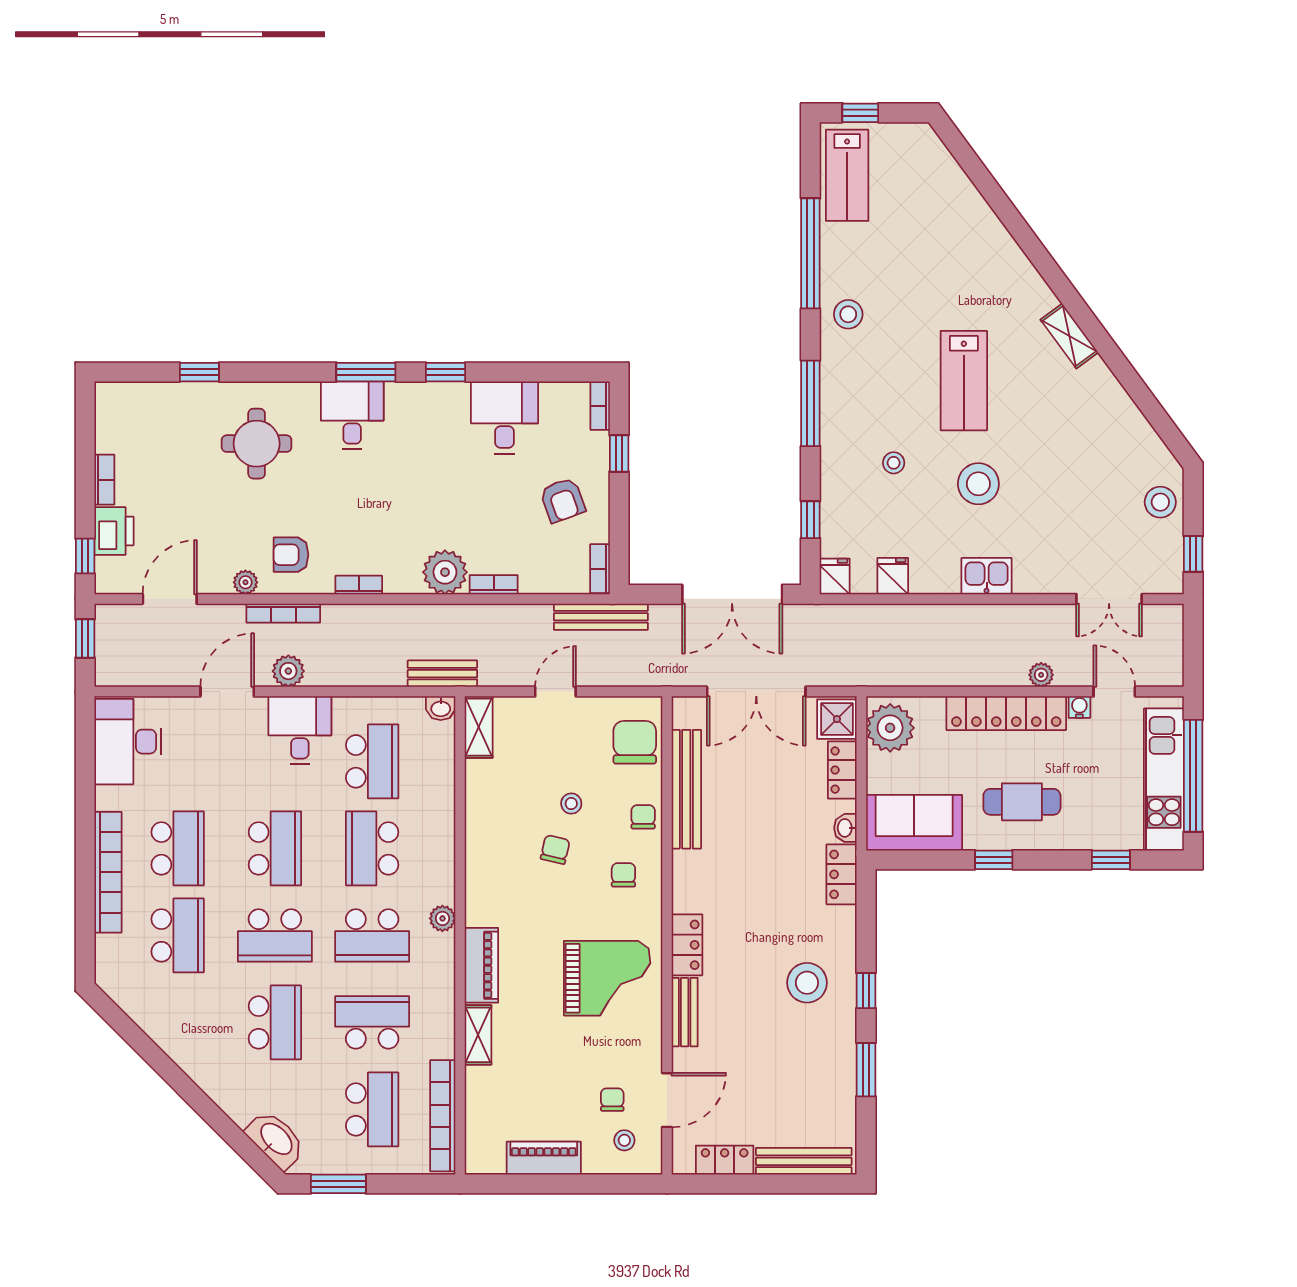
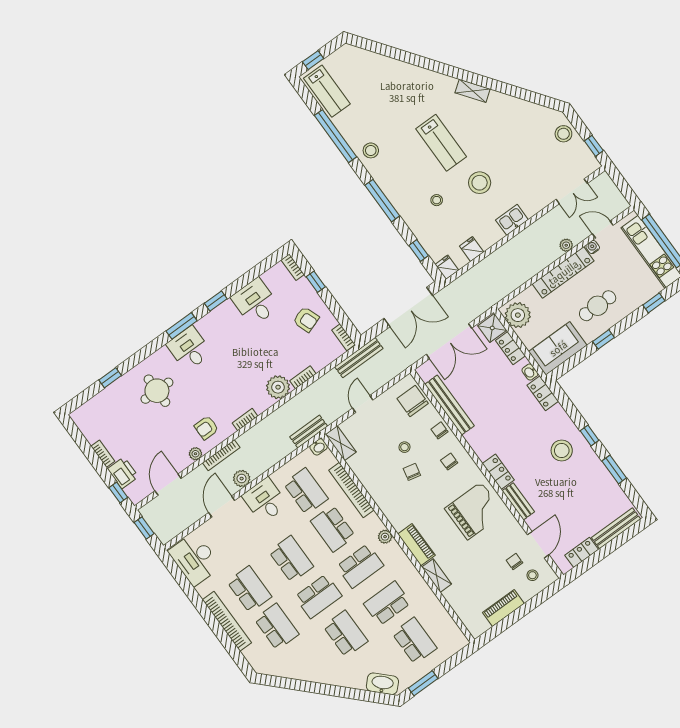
bookcase: (443, 1116) -> (351, 490), moved

